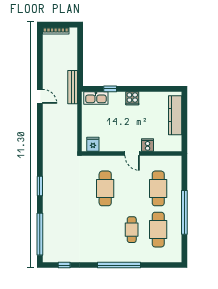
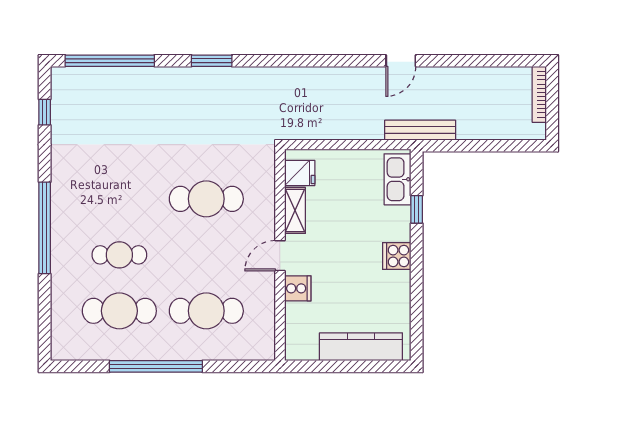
shelving: (111, 146) -> (295, 210), added

